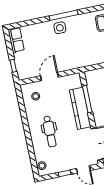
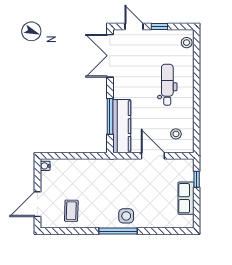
row of seats: (16, 40) -> (186, 198), moved
door: (49, 77) -> (153, 156), swing flipped
kitchen counter: (80, 108) -> (122, 126), moved

